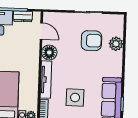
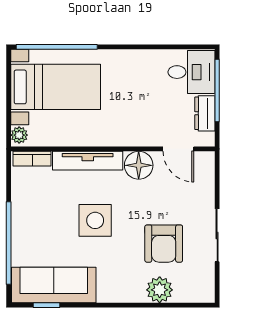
door: (41, 31) -> (178, 149), hinge flipped
side table: (75, 97) -> (95, 220), moved

